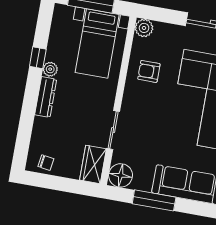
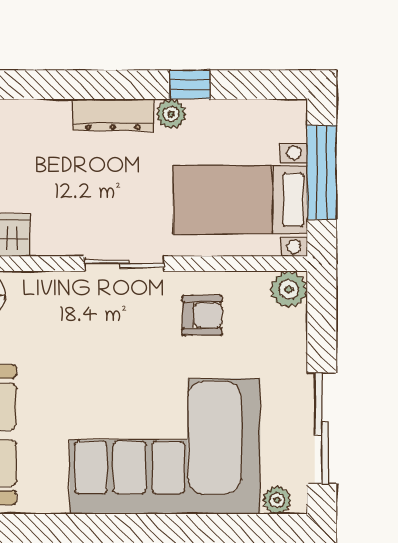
armchair: (149, 71) -> (202, 315), turned 90
sliding door: (113, 130) -> (124, 264), moved

